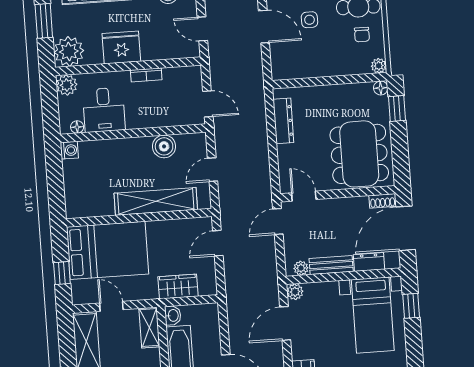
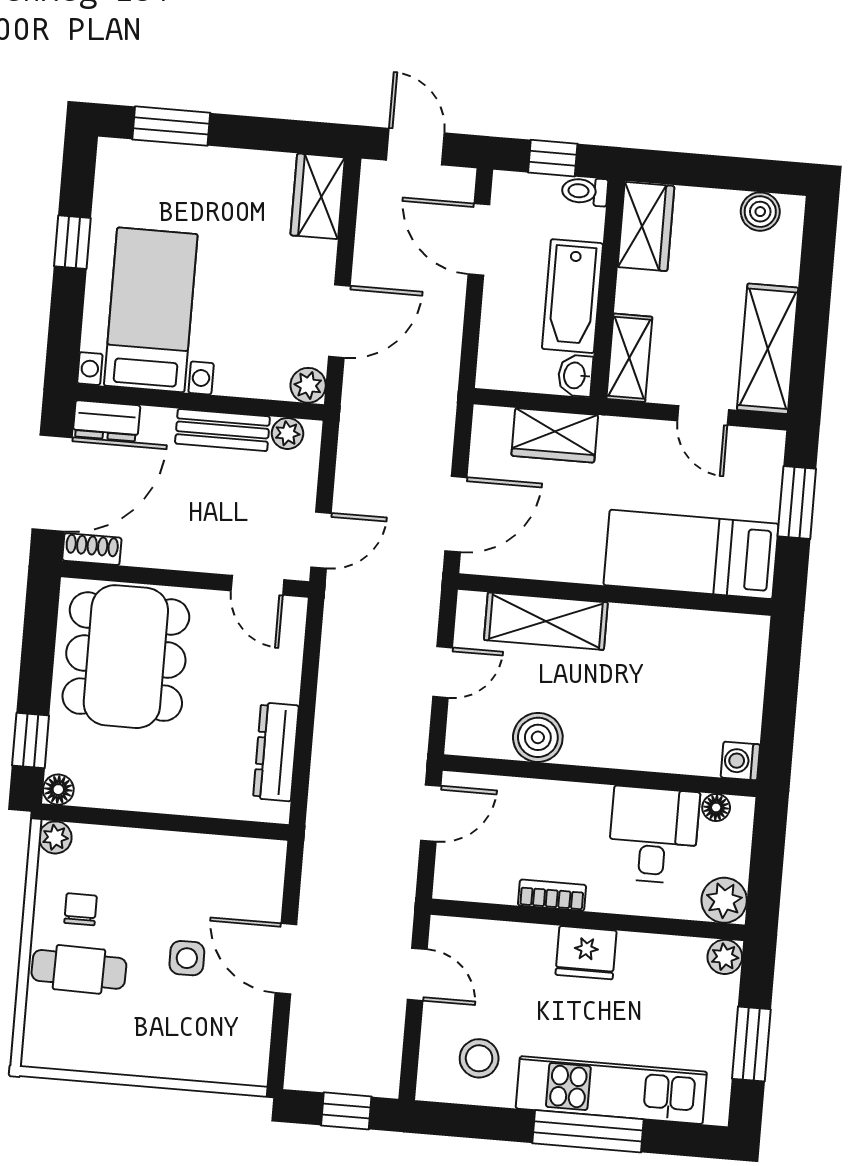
fridge: (121, 47) -> (586, 953), width x0.73, depth x0.75
plant: (69, 51) -> (725, 957), width x0.53, depth x0.53
door: (208, 104) -> (431, 813), swing flipped
shelving: (156, 201) -> (546, 621), width x0.68
door: (218, 243) -> (456, 514), width x1.38
bed: (107, 250) -> (691, 554), width x0.67
dresser: (369, 262) -> (106, 421), moved
window: (62, 273) -> (797, 502), width x1.50
window: (411, 306) -> (72, 242), moved

